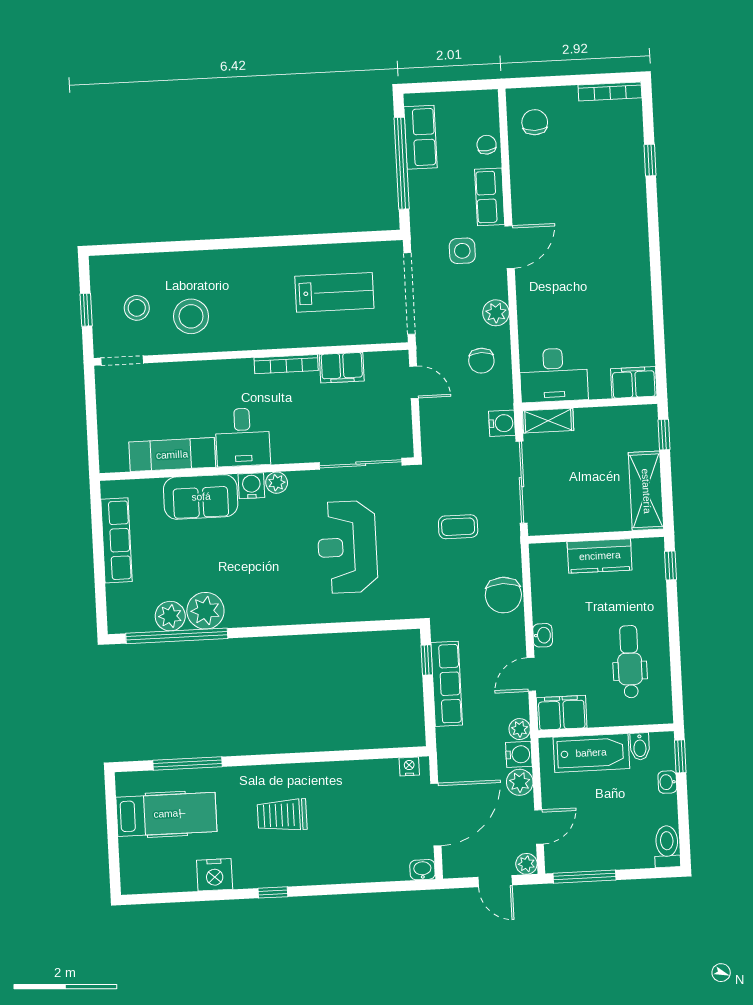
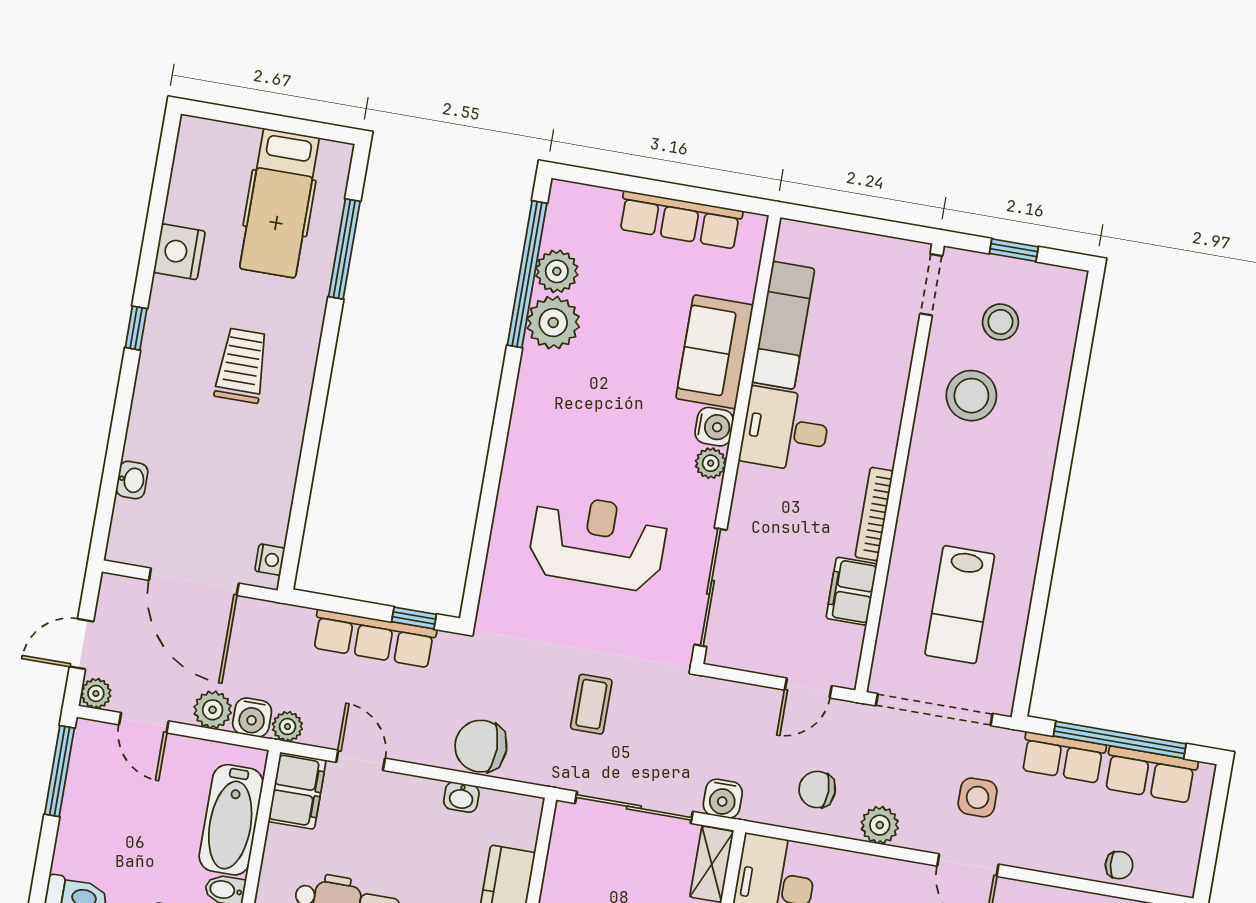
row of seats: (490, 197) -> (1063, 757), moved, turned 180
washbasin: (543, 635) -> (461, 797), moved
washbasin: (422, 870) -> (132, 480), moved

